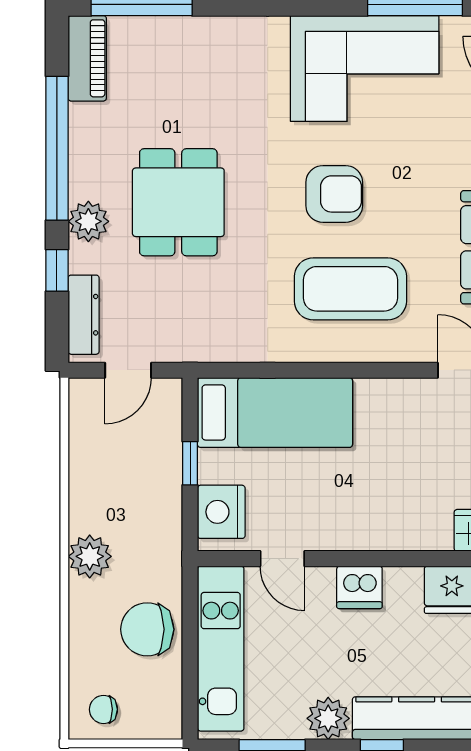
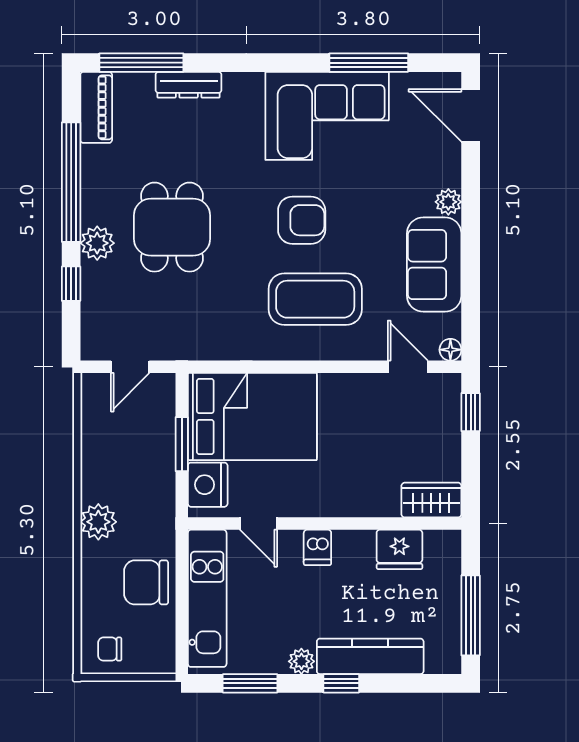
dresser: (84, 315) -> (189, 85), moved, turned 90
bed: (275, 412) -> (252, 417), width x1.50
window: (190, 463) -> (182, 444), width x1.50
dishwasher: (359, 587) -> (317, 547), width x0.73
plant: (328, 718) -> (301, 661), width x0.73, depth x0.73

